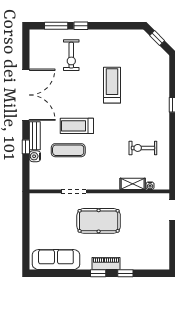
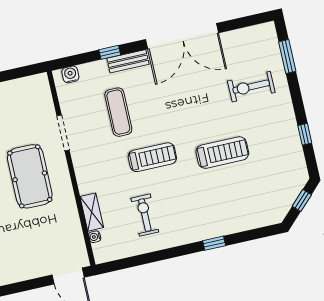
window: (81, 26) -> (305, 134), moved
treadmill: (77, 126) -> (152, 157), moved, turned 90
water cooler: (35, 156) -> (70, 74), moved

